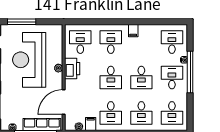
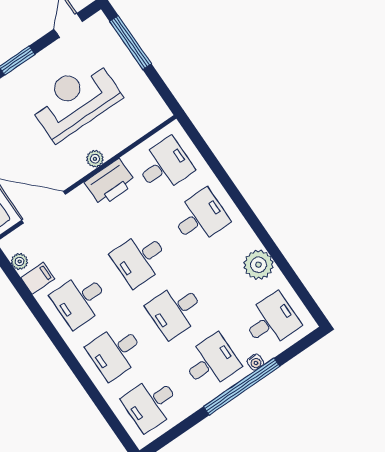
filing cabinet: (133, 31) -> (246, 242), removed
plant: (146, 32) -> (259, 265), added
reception desk: (29, 60) -> (75, 100), width x0.74, depth x0.77

